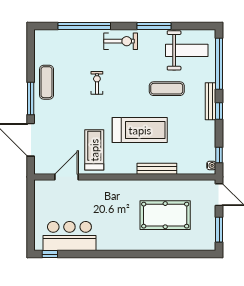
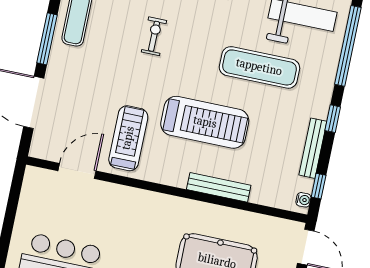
exercise mat: (167, 89) -> (259, 67), width x1.36, depth x1.45
bench: (211, 101) -> (313, 148), moved

